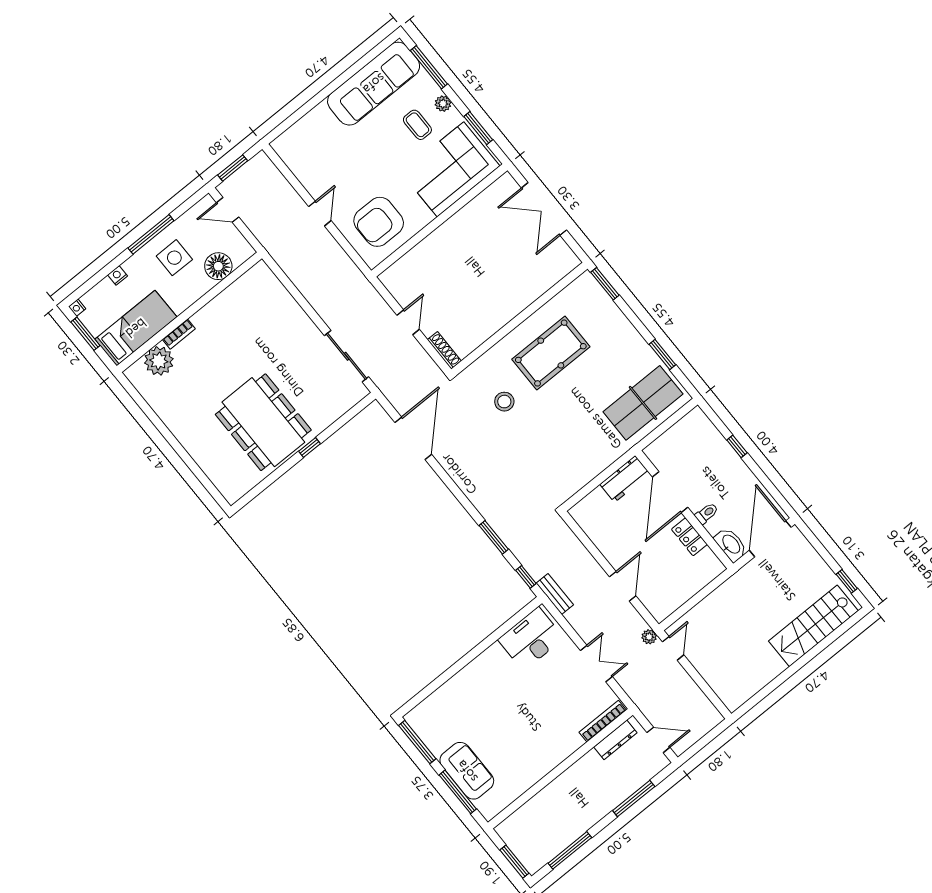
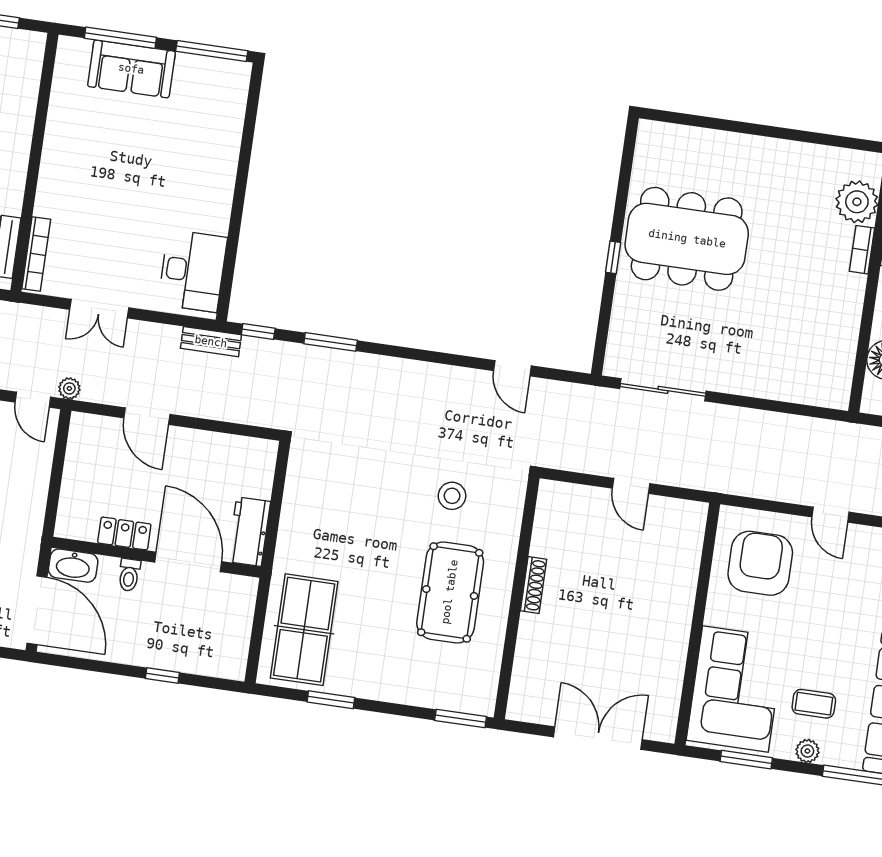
shoe rack: (444, 350) -> (534, 585), moved, turned -90
door: (413, 438) -> (512, 368), width x0.53

